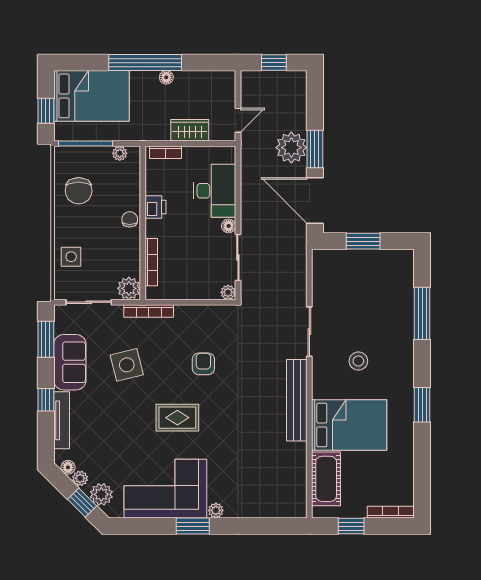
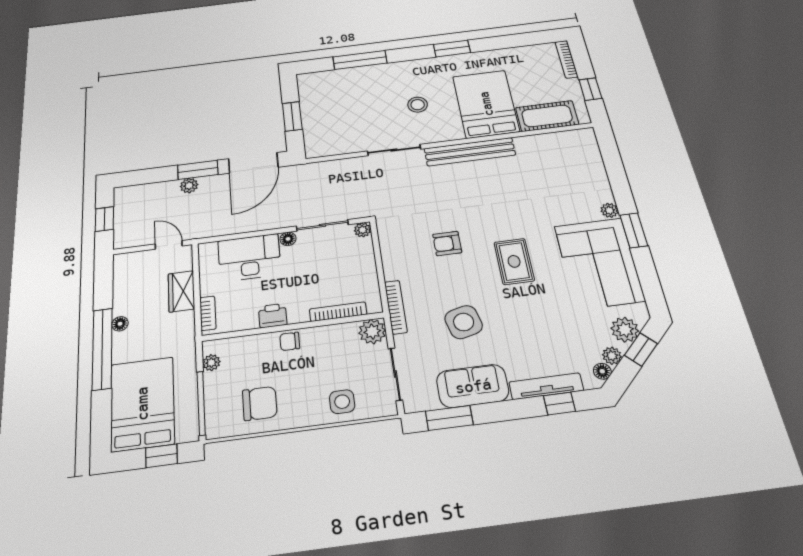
plant: (291, 148) -> (189, 186), width x0.53, depth x0.53
window: (46, 400) -> (559, 403), moved

